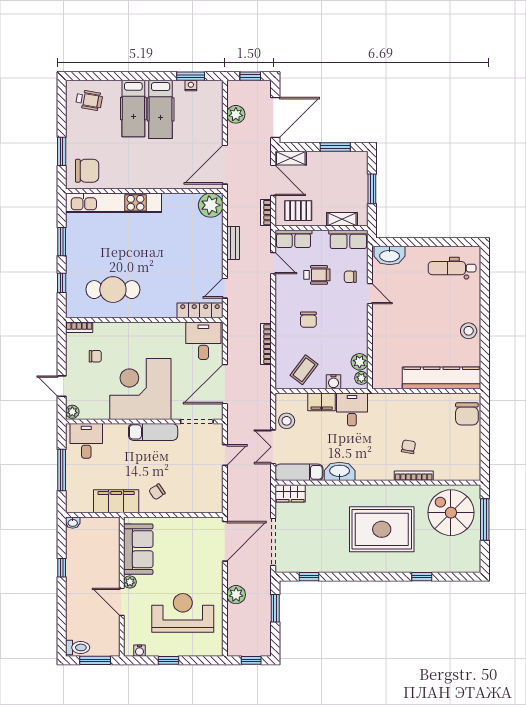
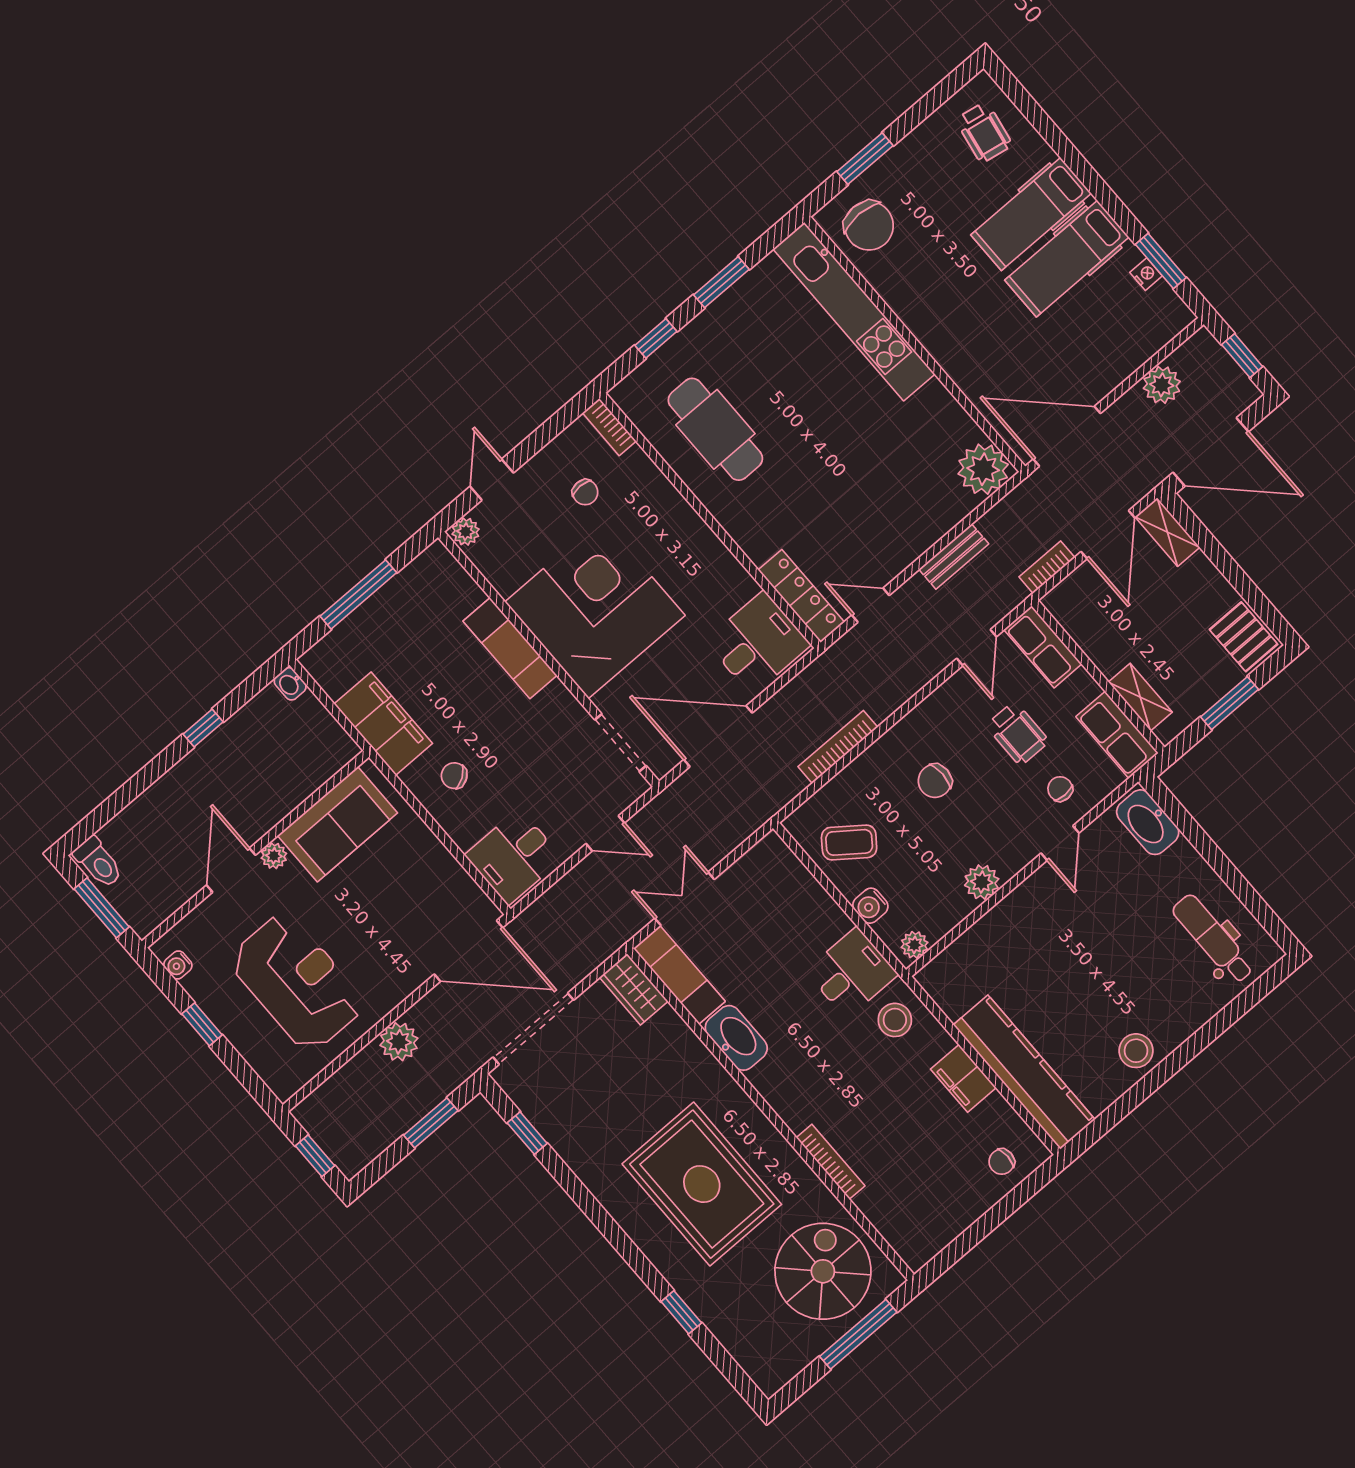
window: (335, 147) -> (1246, 588), removed
pallet: (298, 211) -> (1244, 637), moved
plant: (360, 362) -> (982, 882), moved
filing cabinet: (322, 402) -> (963, 1078), moved
chair: (467, 414) -> (1002, 1162), width x0.54, depth x0.54
stool: (287, 421) -> (895, 1020), moved
exam couch: (153, 432) -> (510, 648), moved
desk: (86, 441) -> (514, 857), moved, turned 180
chair: (408, 447) -> (870, 1114), removed

